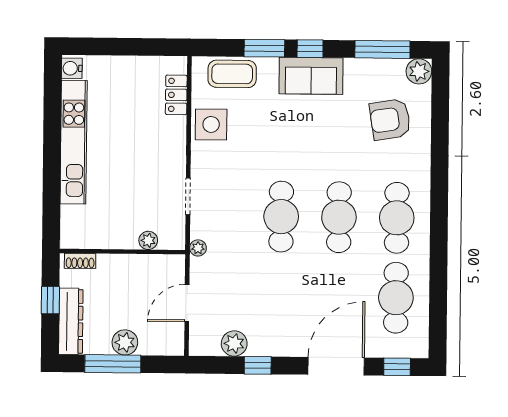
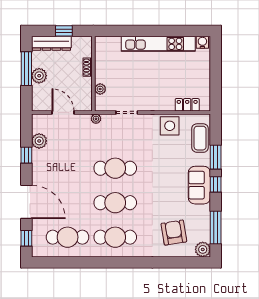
shoe rack: (80, 261) -> (88, 67), moved

